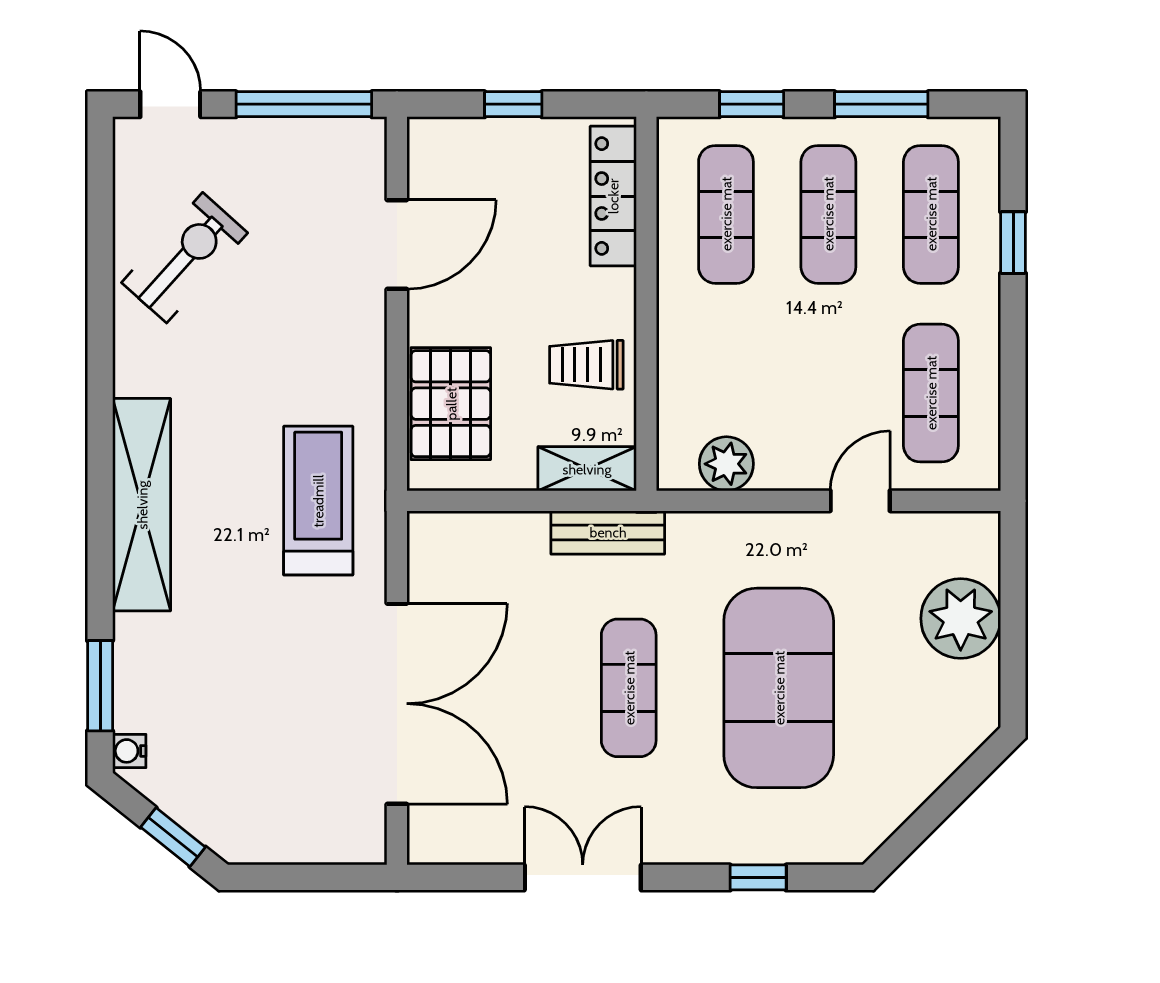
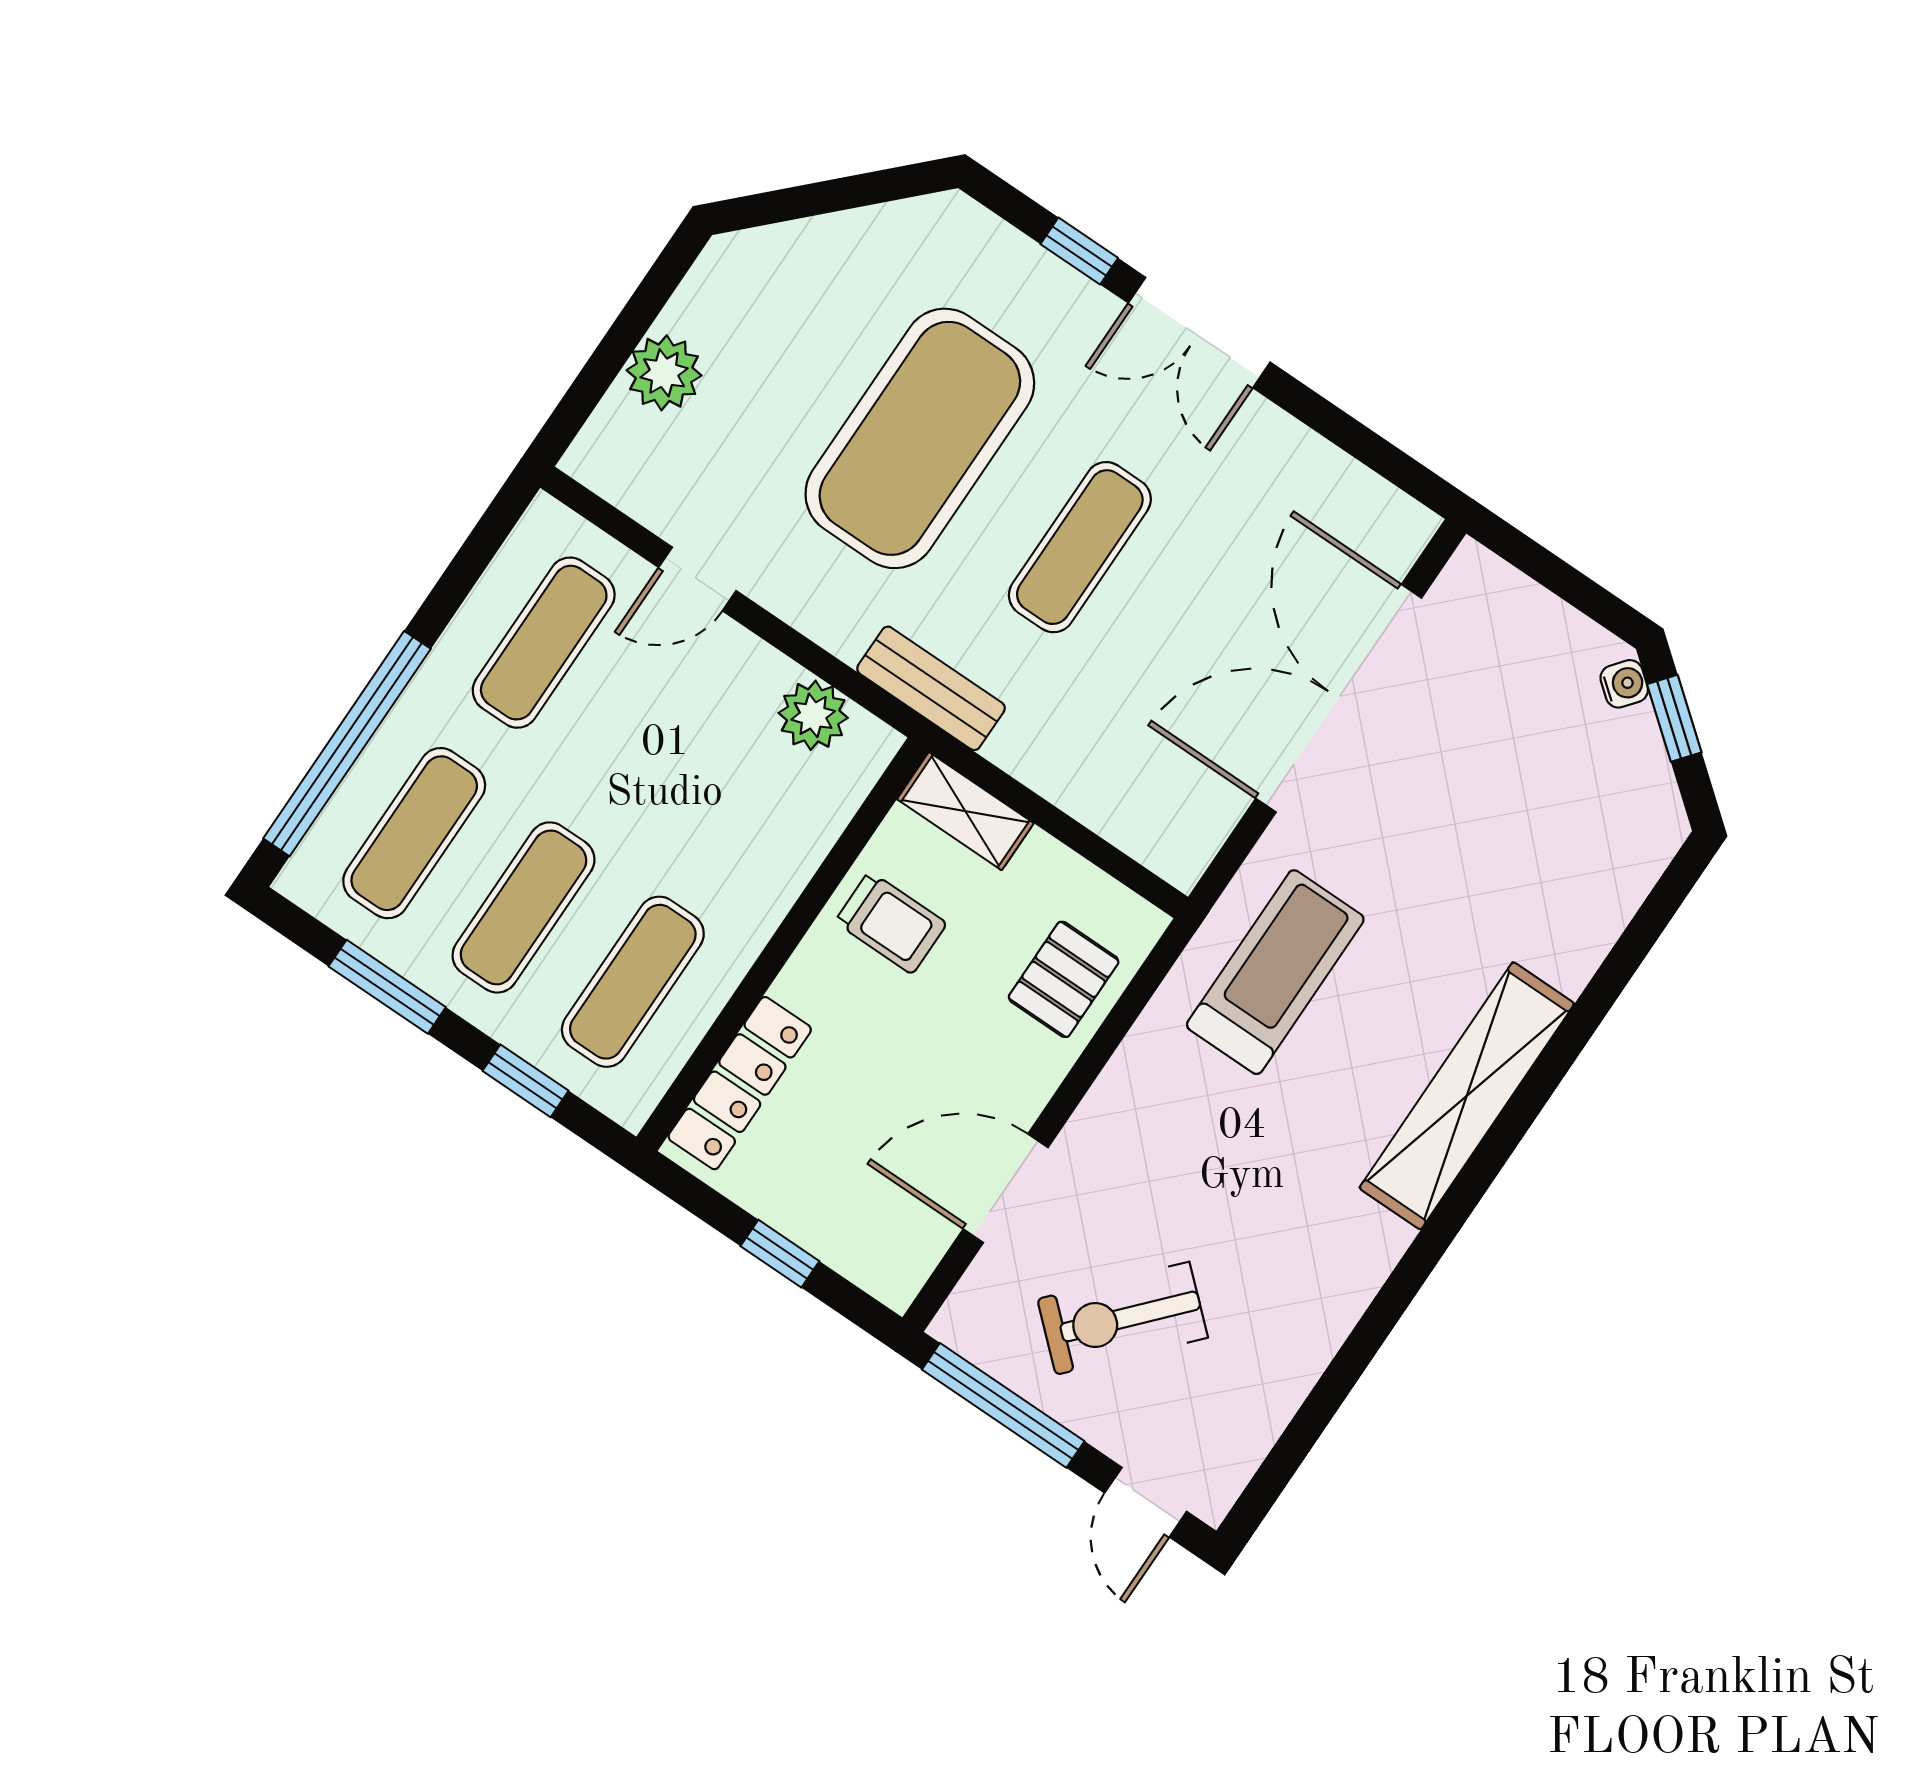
window: (1013, 243) -> (347, 744), width x3.17
exercise bike: (185, 258) -> (1123, 1318), moved
pallet: (451, 404) -> (1064, 979), width x0.67, depth x0.71
treadmill: (318, 501) -> (1275, 972), turned 180
bench: (608, 532) -> (931, 688), moved
plant: (961, 618) -> (664, 373), width x0.73, depth x0.73
window: (100, 686) -> (1642, 933), removed
water cooler: (129, 751) -> (1624, 684), moved, turned -51
double door: (583, 877) -> (1199, 333), moved

